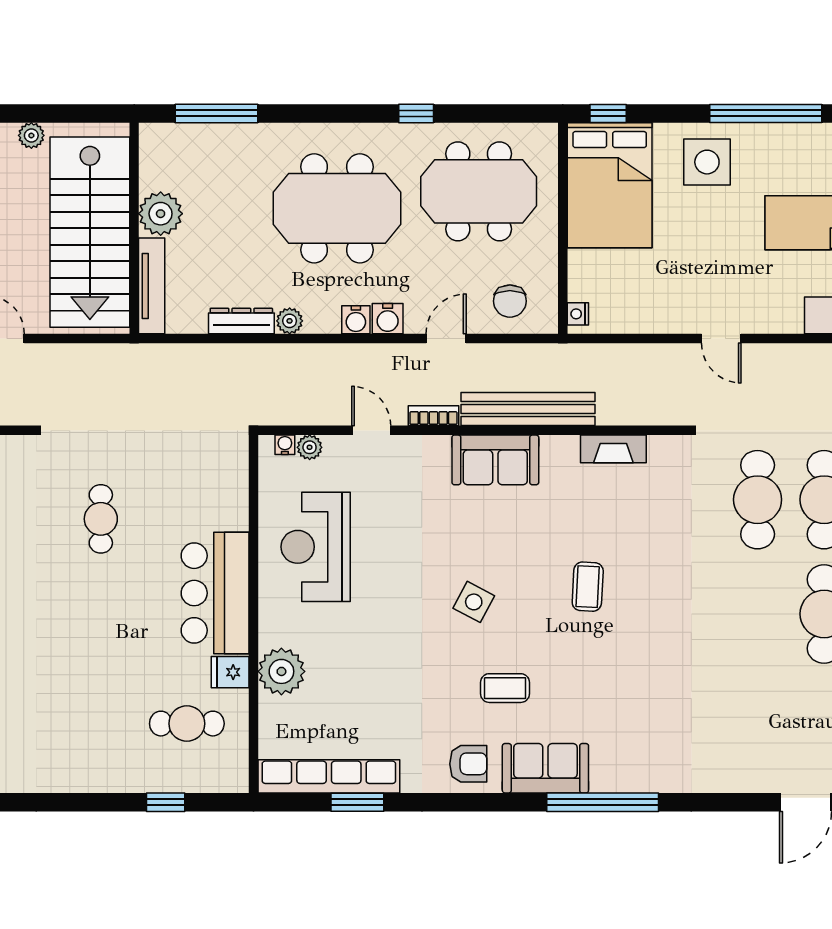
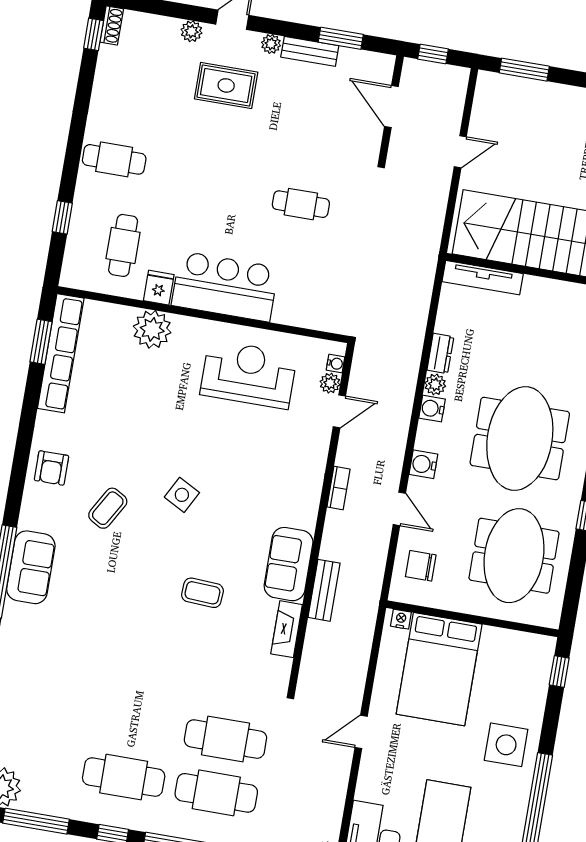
bed: (610, 185) -> (439, 669), moved, turned -90
plant: (161, 214) -> (540, 295), removed
water cooler: (356, 320) -> (432, 409), moved
dresser: (241, 321) -> (440, 353), width x0.70
bench: (528, 409) -> (324, 590), width x0.54, depth x0.82
door: (371, 430) -> (339, 411), moved
sofa: (495, 460) -> (289, 564), moved
coffee table: (588, 587) -> (202, 593), moved
coffee table: (505, 688) -> (108, 508), turned 30
cafe table: (86, 752) -> (114, 159), added
sofa: (545, 768) -> (31, 567), moved
window: (357, 802) -> (41, 342), moved

